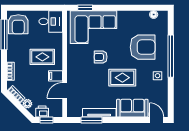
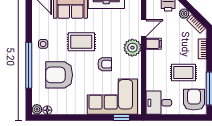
plant: (163, 15) -> (37, 109), added
rug: (42, 57) -> (183, 73), moved
plant: (75, 72) -> (132, 48), added

